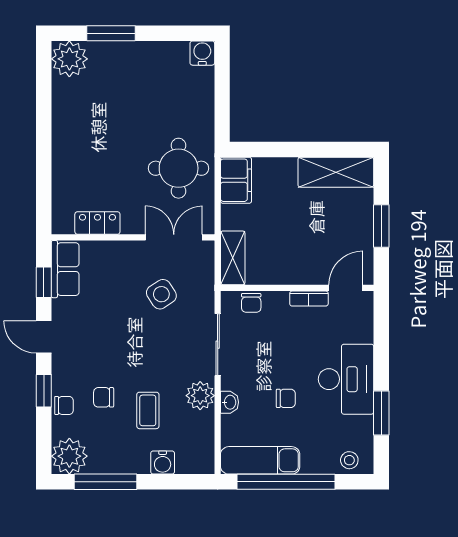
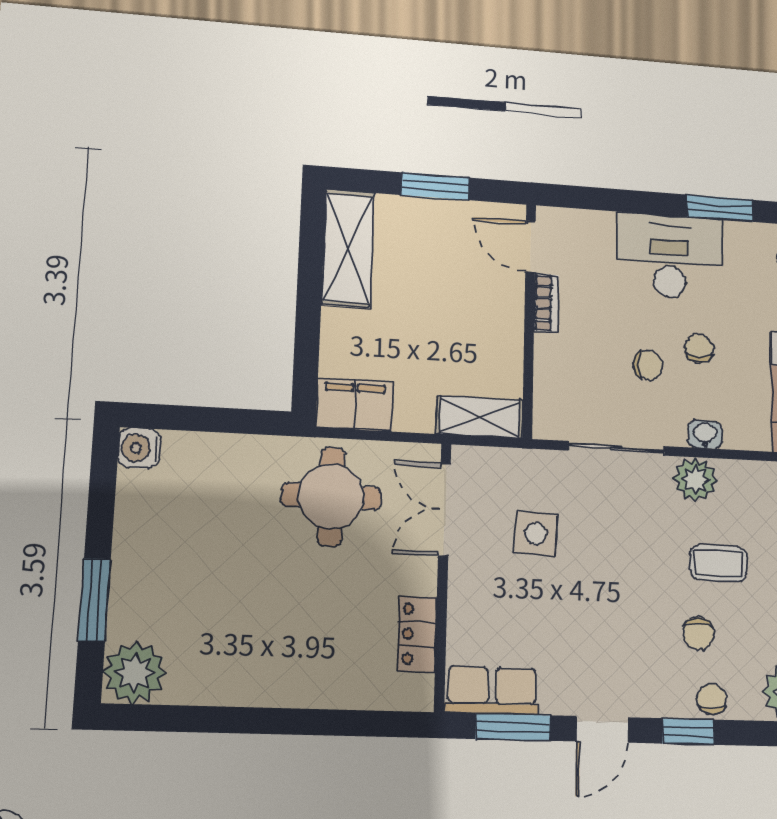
window: (44, 282) -> (513, 727), width x1.50
side table: (161, 294) -> (536, 534), turned 37
chair: (251, 303) -> (648, 365), moved

